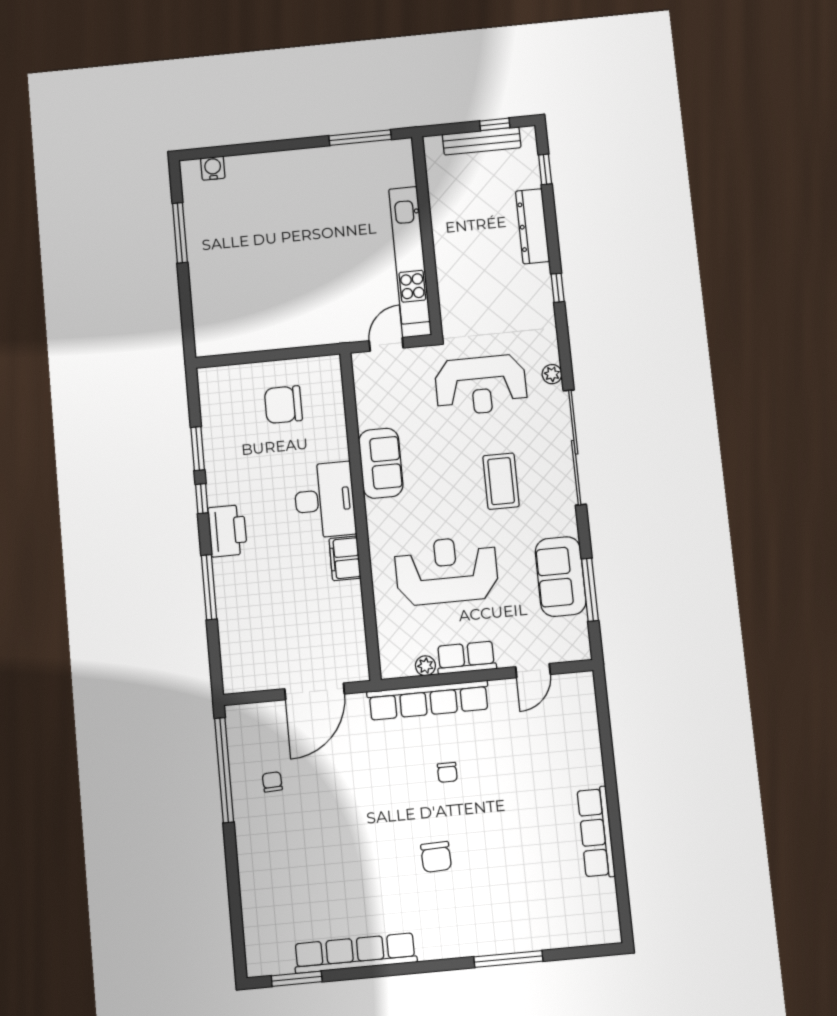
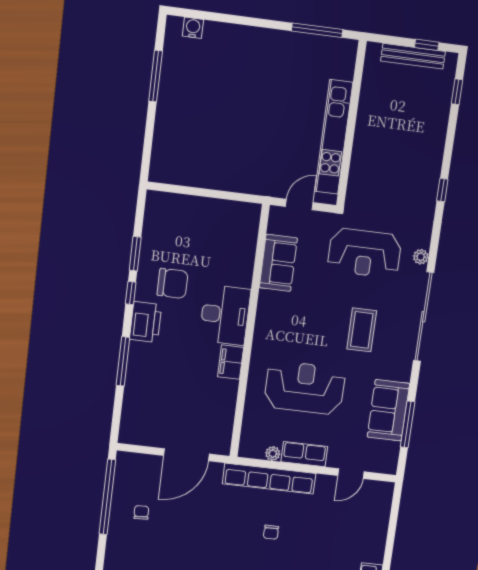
dresser: (533, 226) -> (436, 136), removed
chair: (283, 405) -> (173, 283), moved, turned 180
sofa: (381, 463) -> (278, 263), moved

